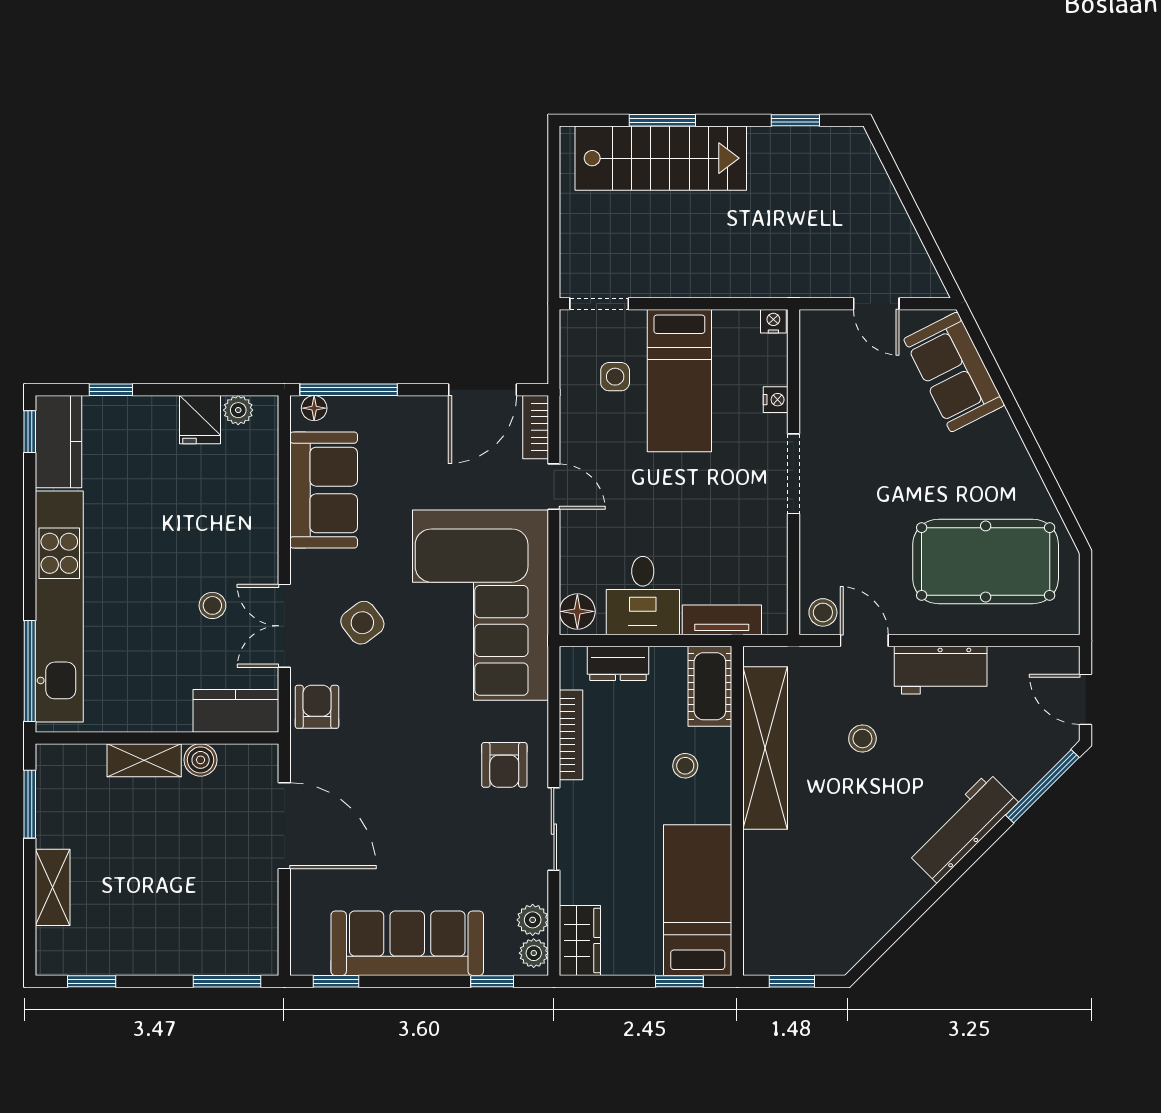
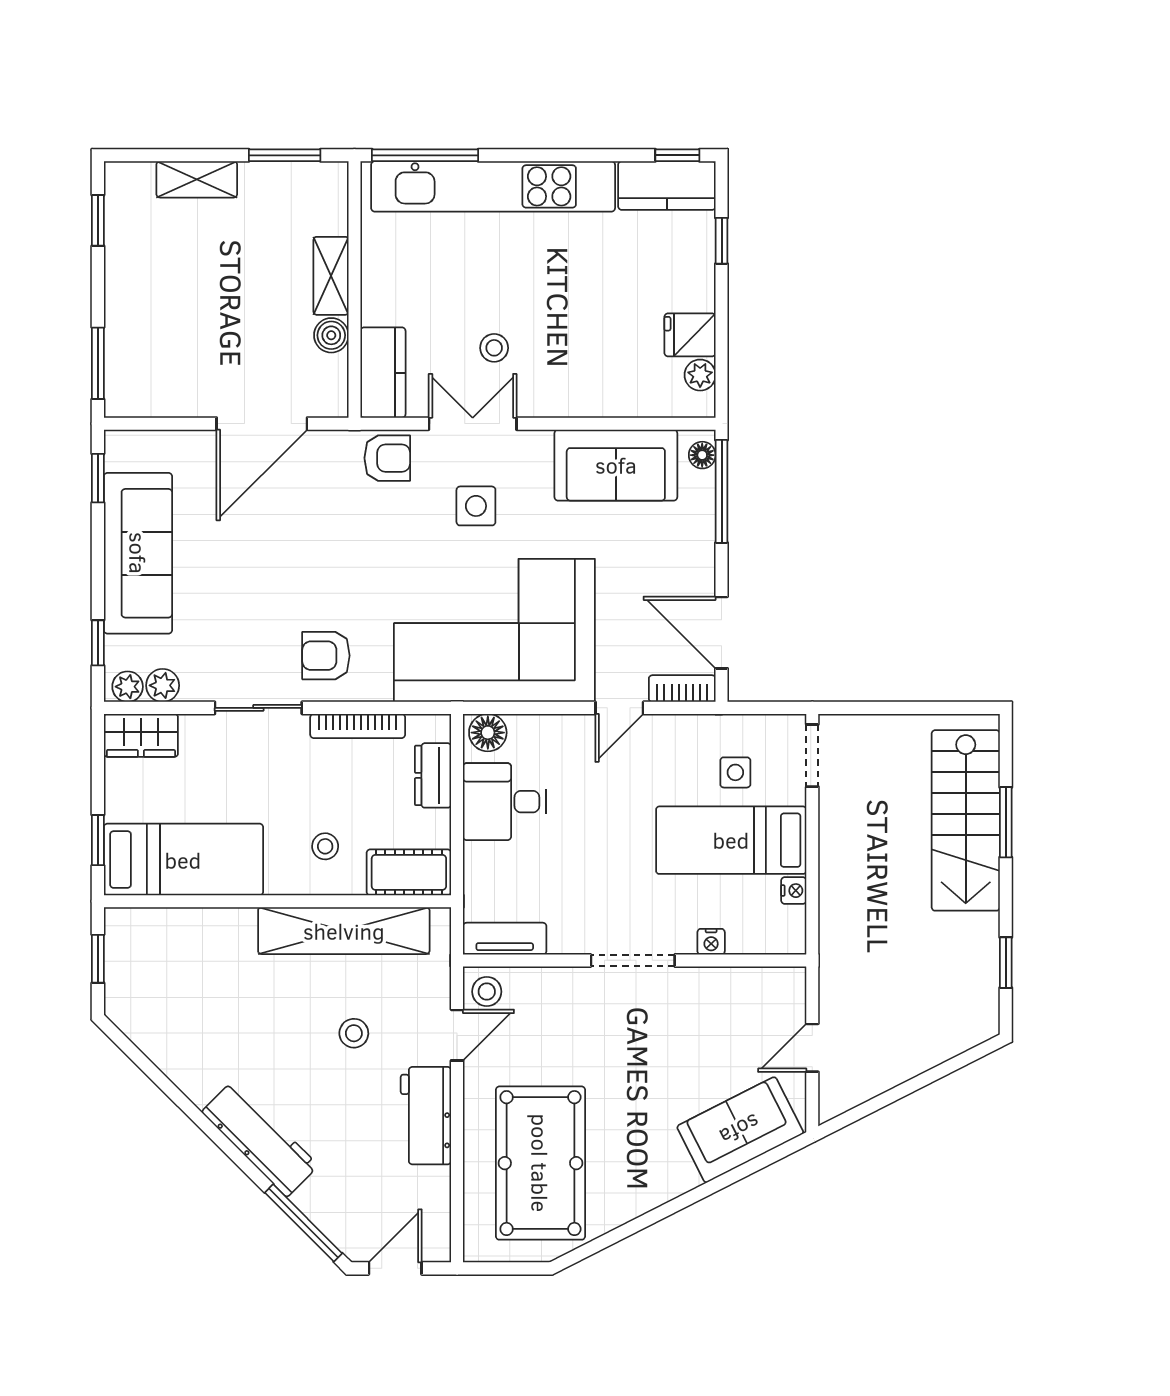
nightstand: (773, 321) -> (794, 891), moved
tv unit: (722, 620) -> (505, 939), moved, turned -90
side table: (362, 623) -> (476, 506), turned 37

